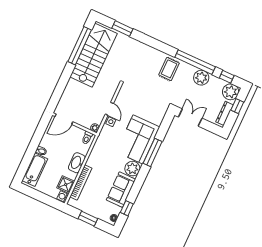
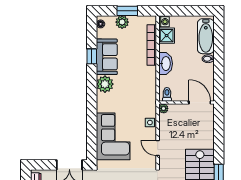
door: (109, 109) -> (158, 148), moved
door: (64, 119) -> (200, 103), hinge flipped
corner sofa: (138, 139) -> (113, 136), moved
window: (153, 152) -> (92, 111), removed
window: (127, 208) -> (92, 56), moved
plant: (96, 212) -> (122, 22), added

